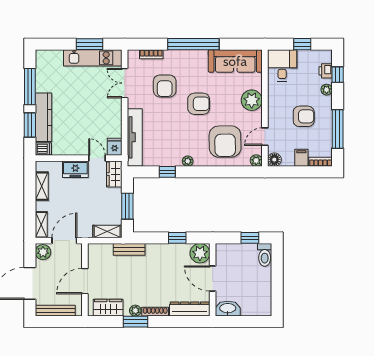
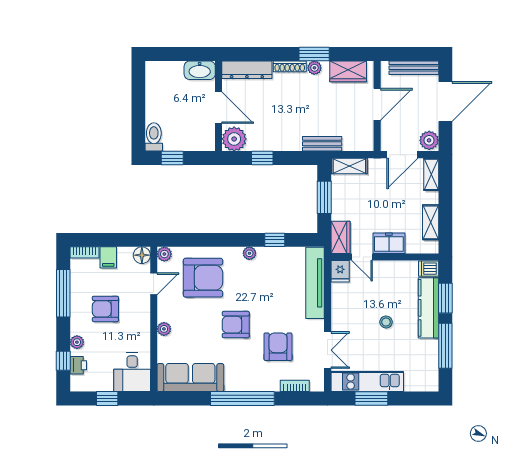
plant: (252, 100) -> (164, 329), width x0.53, depth x0.53
stool: (78, 106) -> (386, 322), added
armchair: (225, 142) -> (203, 278), turned 91

